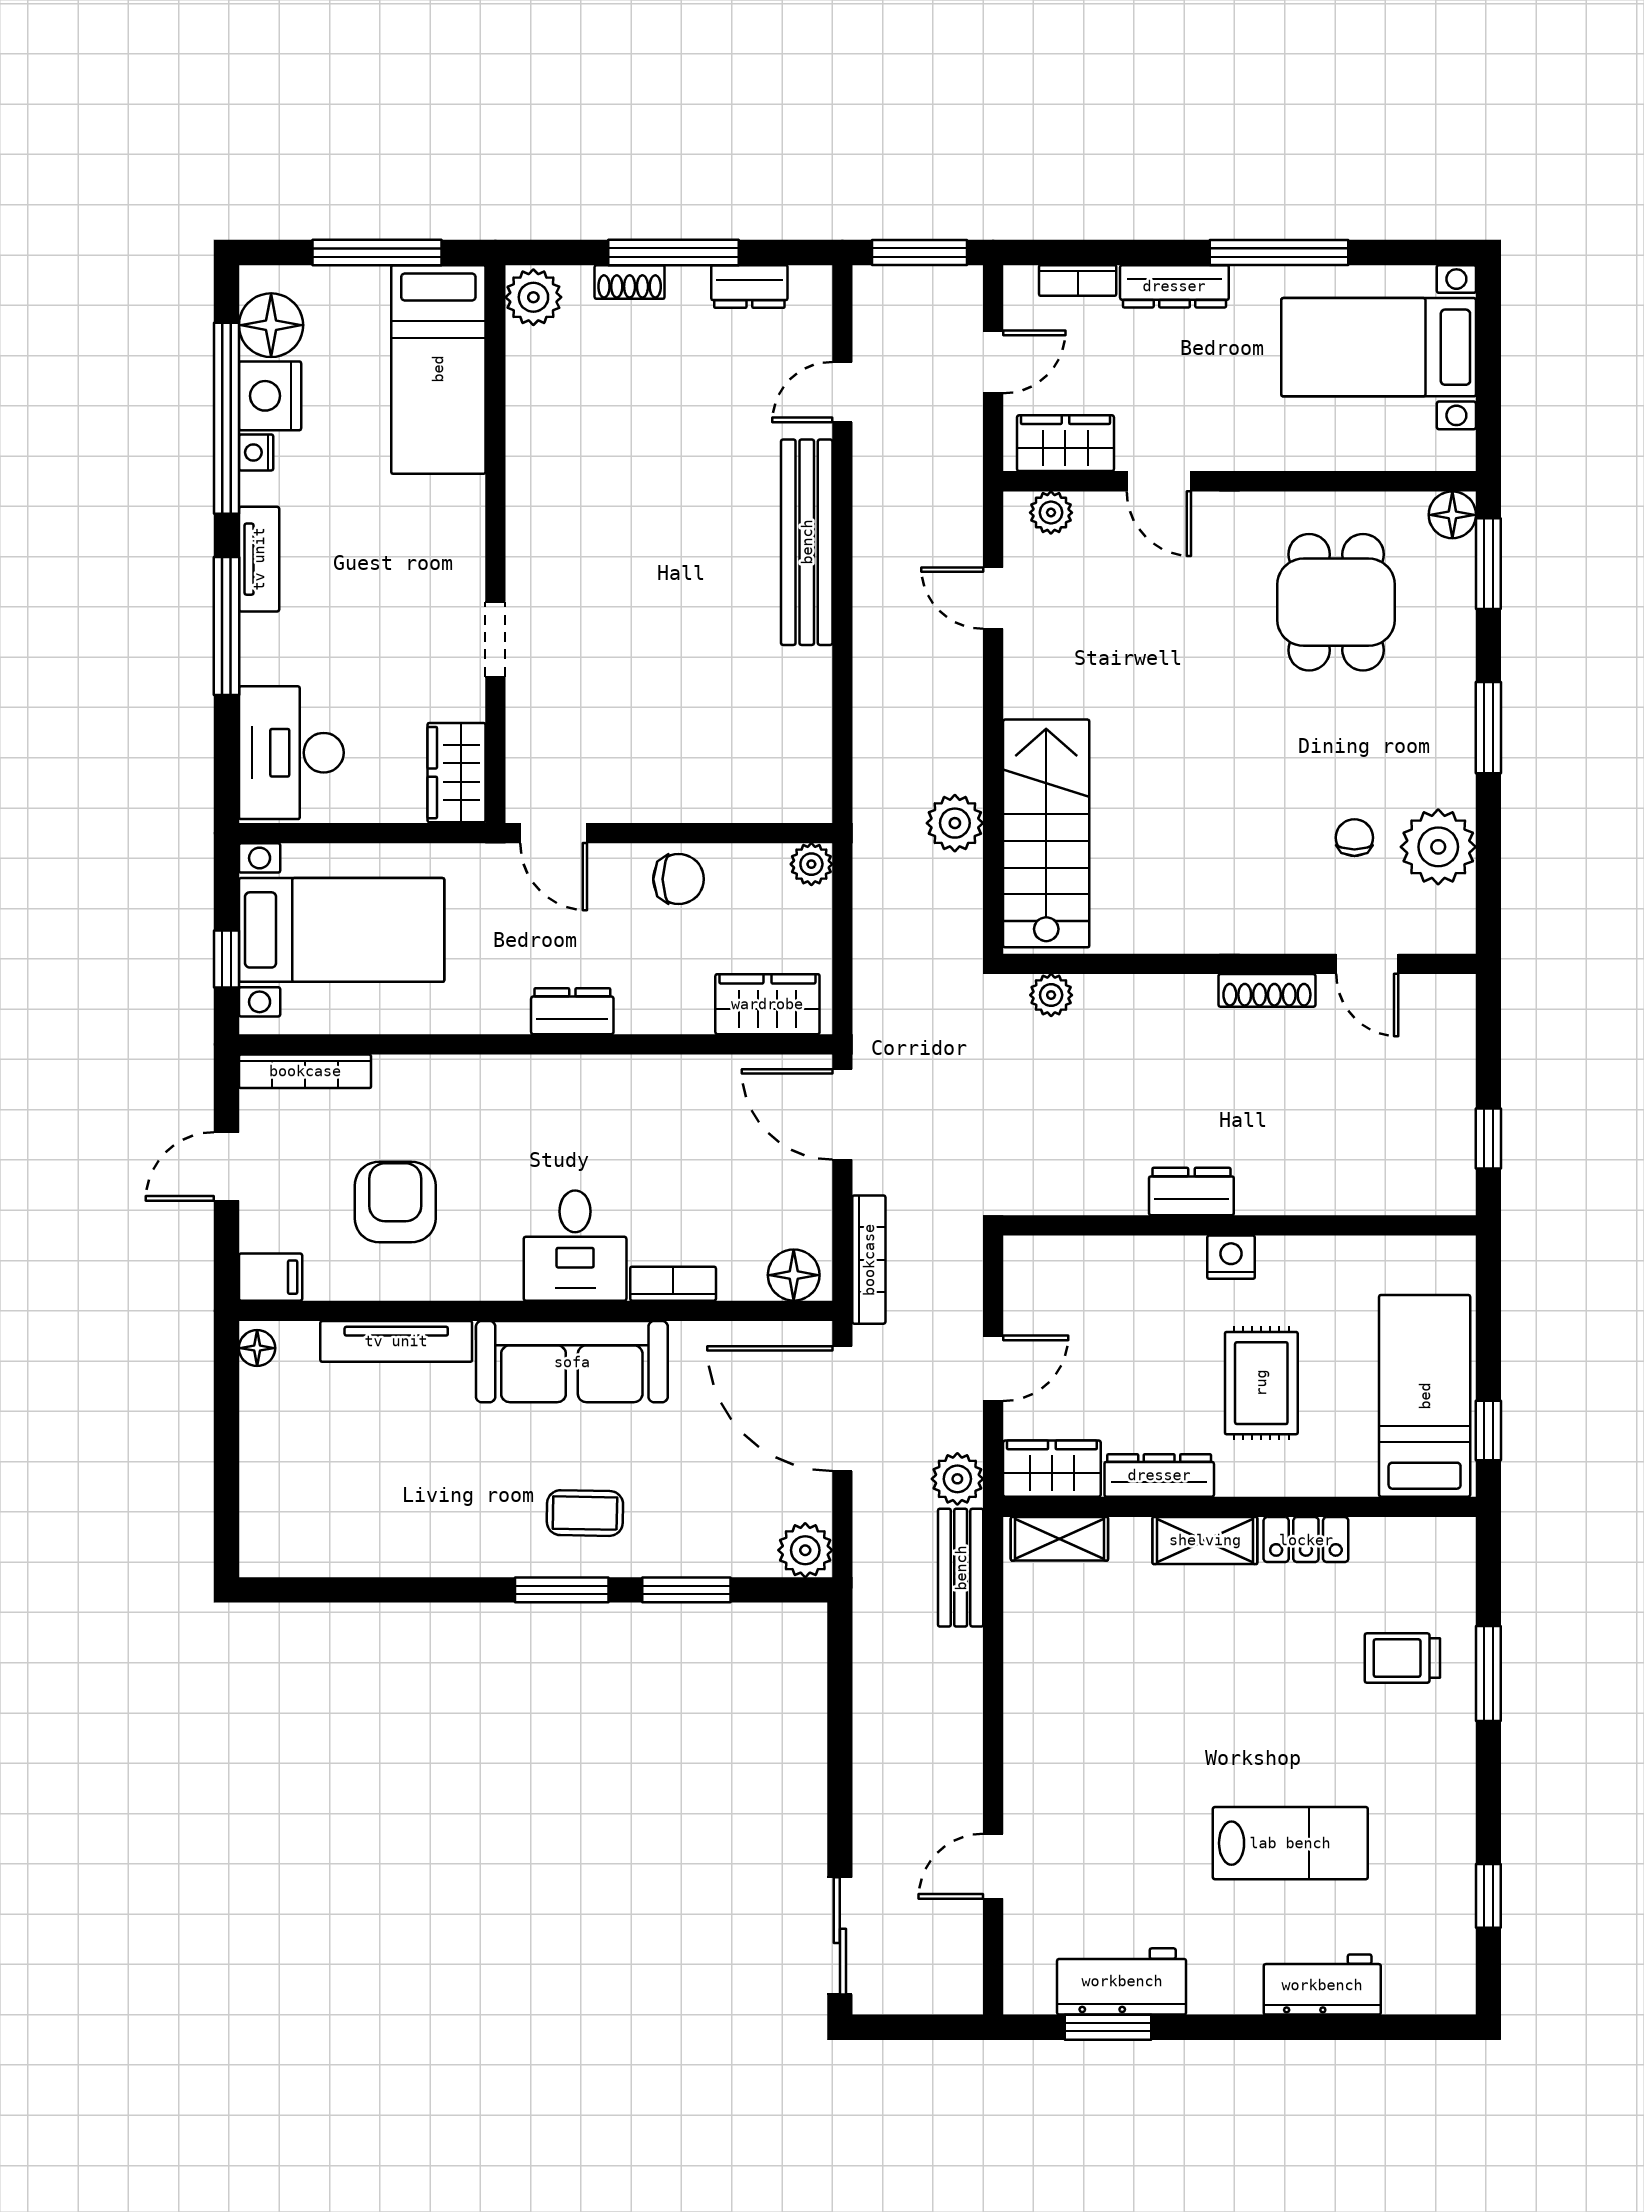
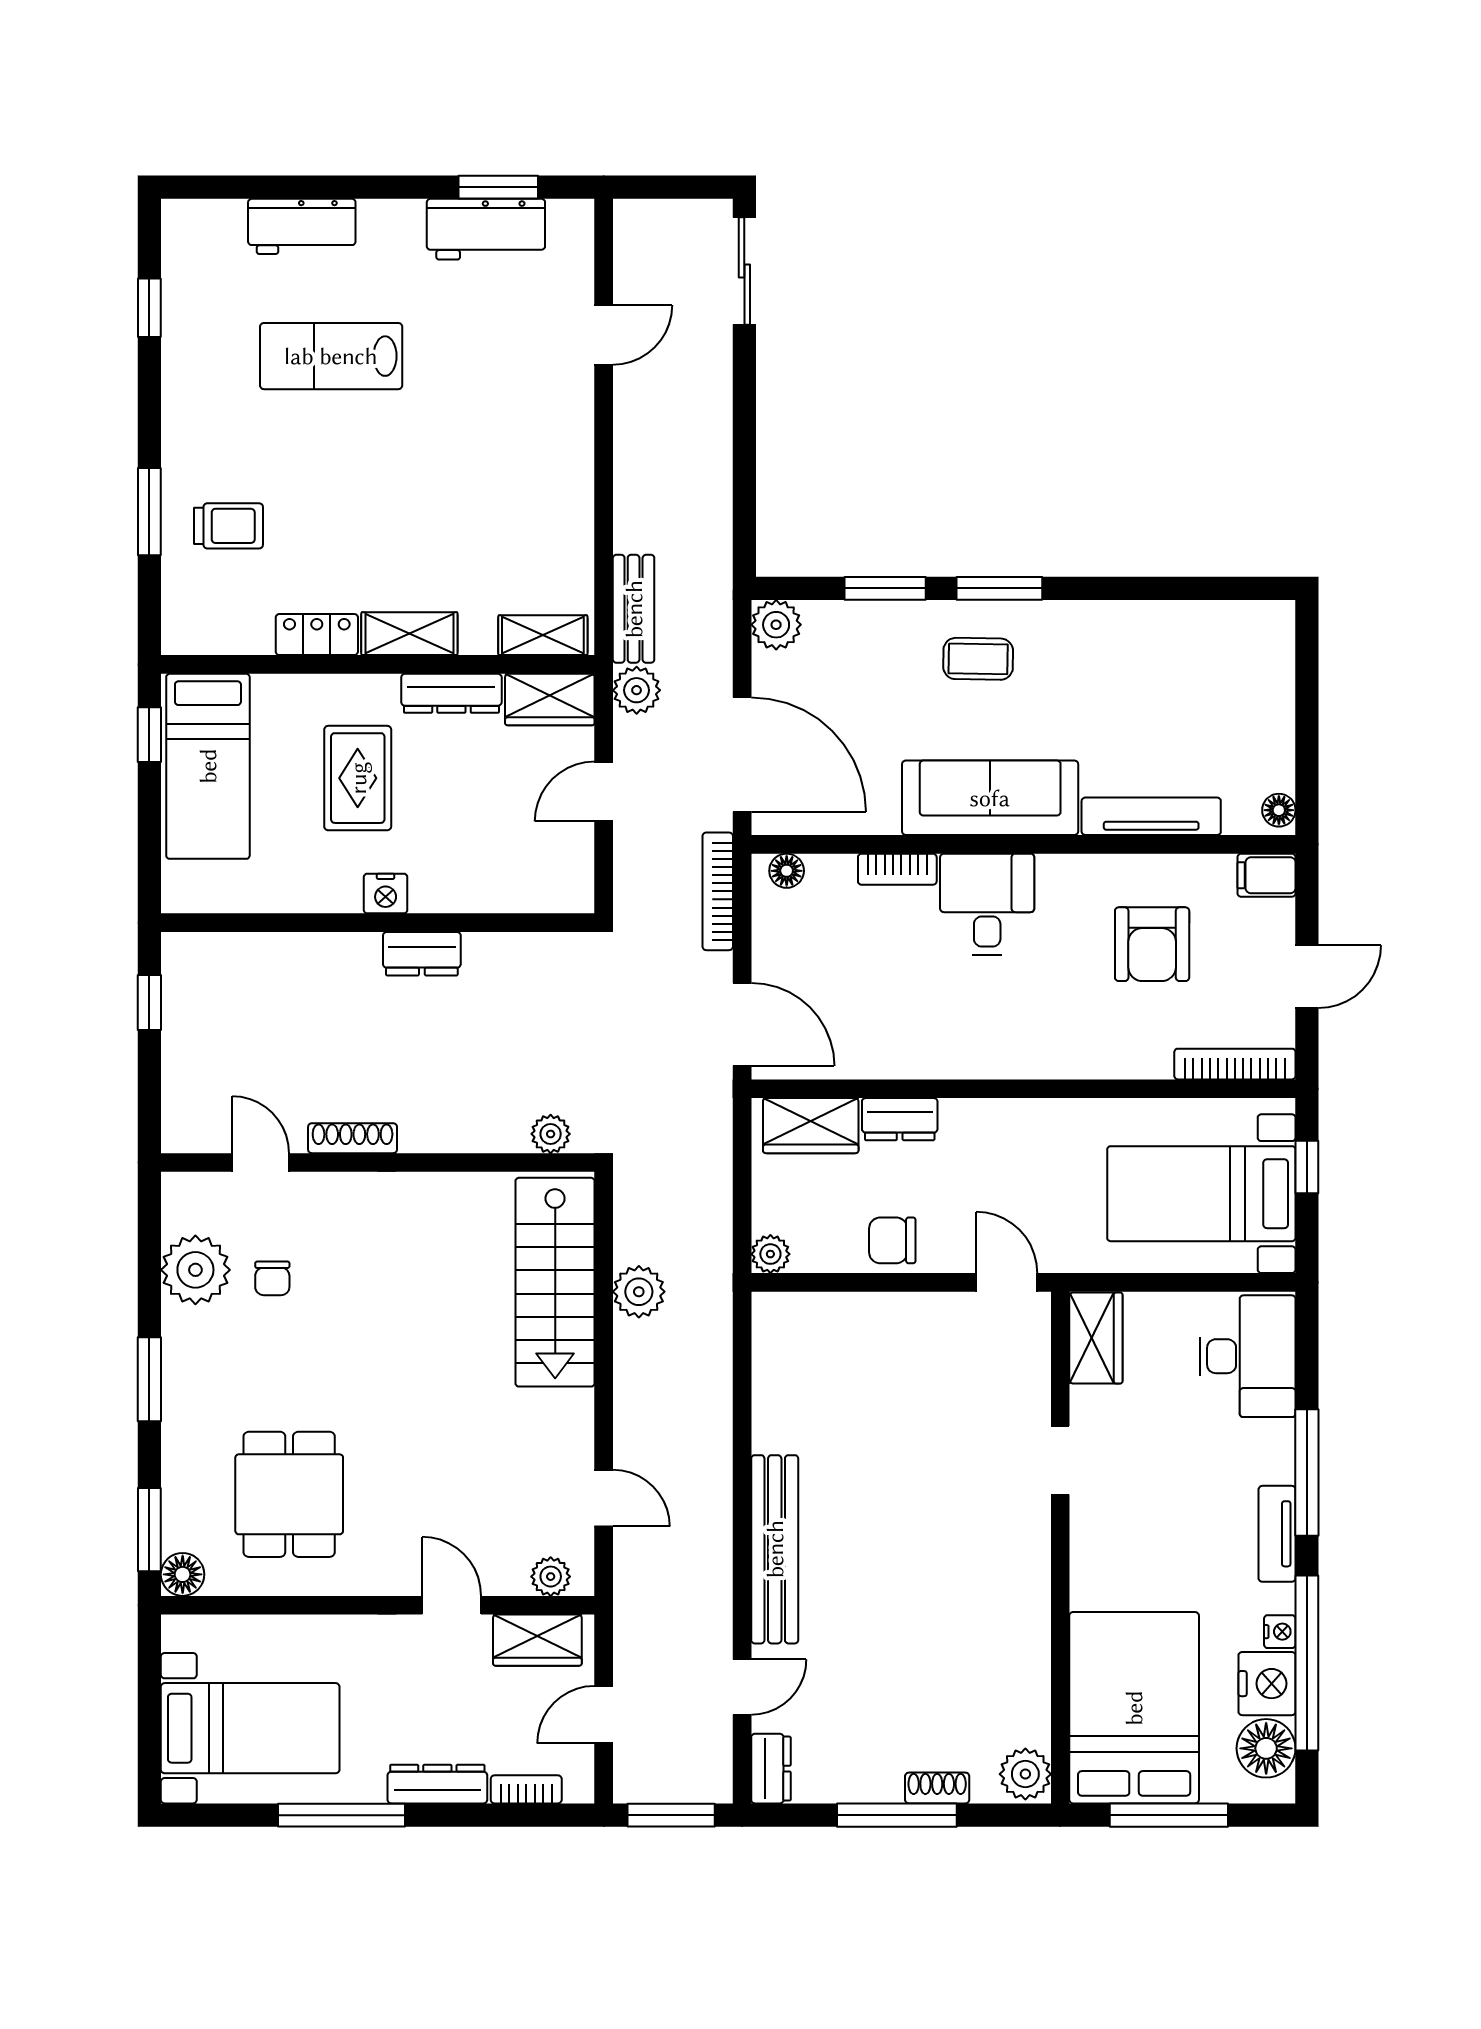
dresser: (749, 286) -> (771, 1769), moved, turned 90
bed: (438, 369) -> (1134, 1708), width x1.50
dresser: (572, 1011) -> (900, 1119), moved
floor lamp: (794, 1275) -> (787, 871), width x0.73, depth x0.73

